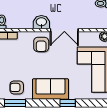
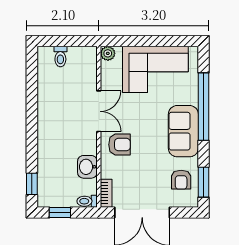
washbasin: (41, 22) -> (87, 167), moved
window: (68, 103) -> (203, 107), width x3.17

